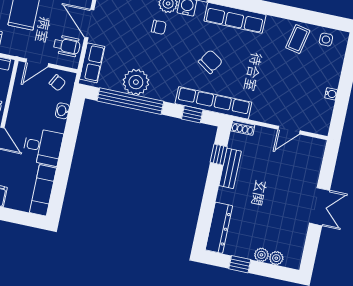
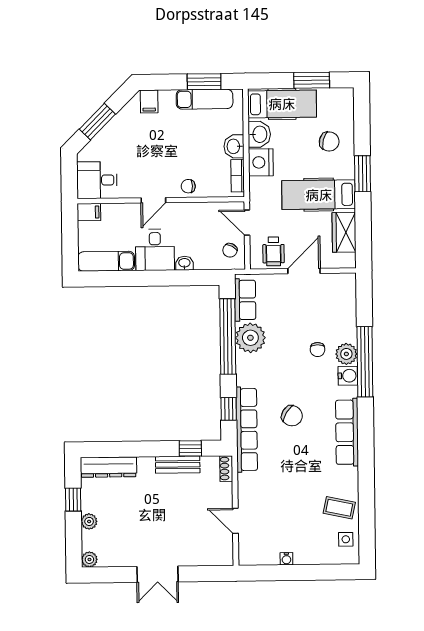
row of seats: (92, 63) -> (245, 300), moved, turned -90
washbasin: (62, 111) -> (184, 263), moved
plant: (276, 258) -> (89, 559), moved

